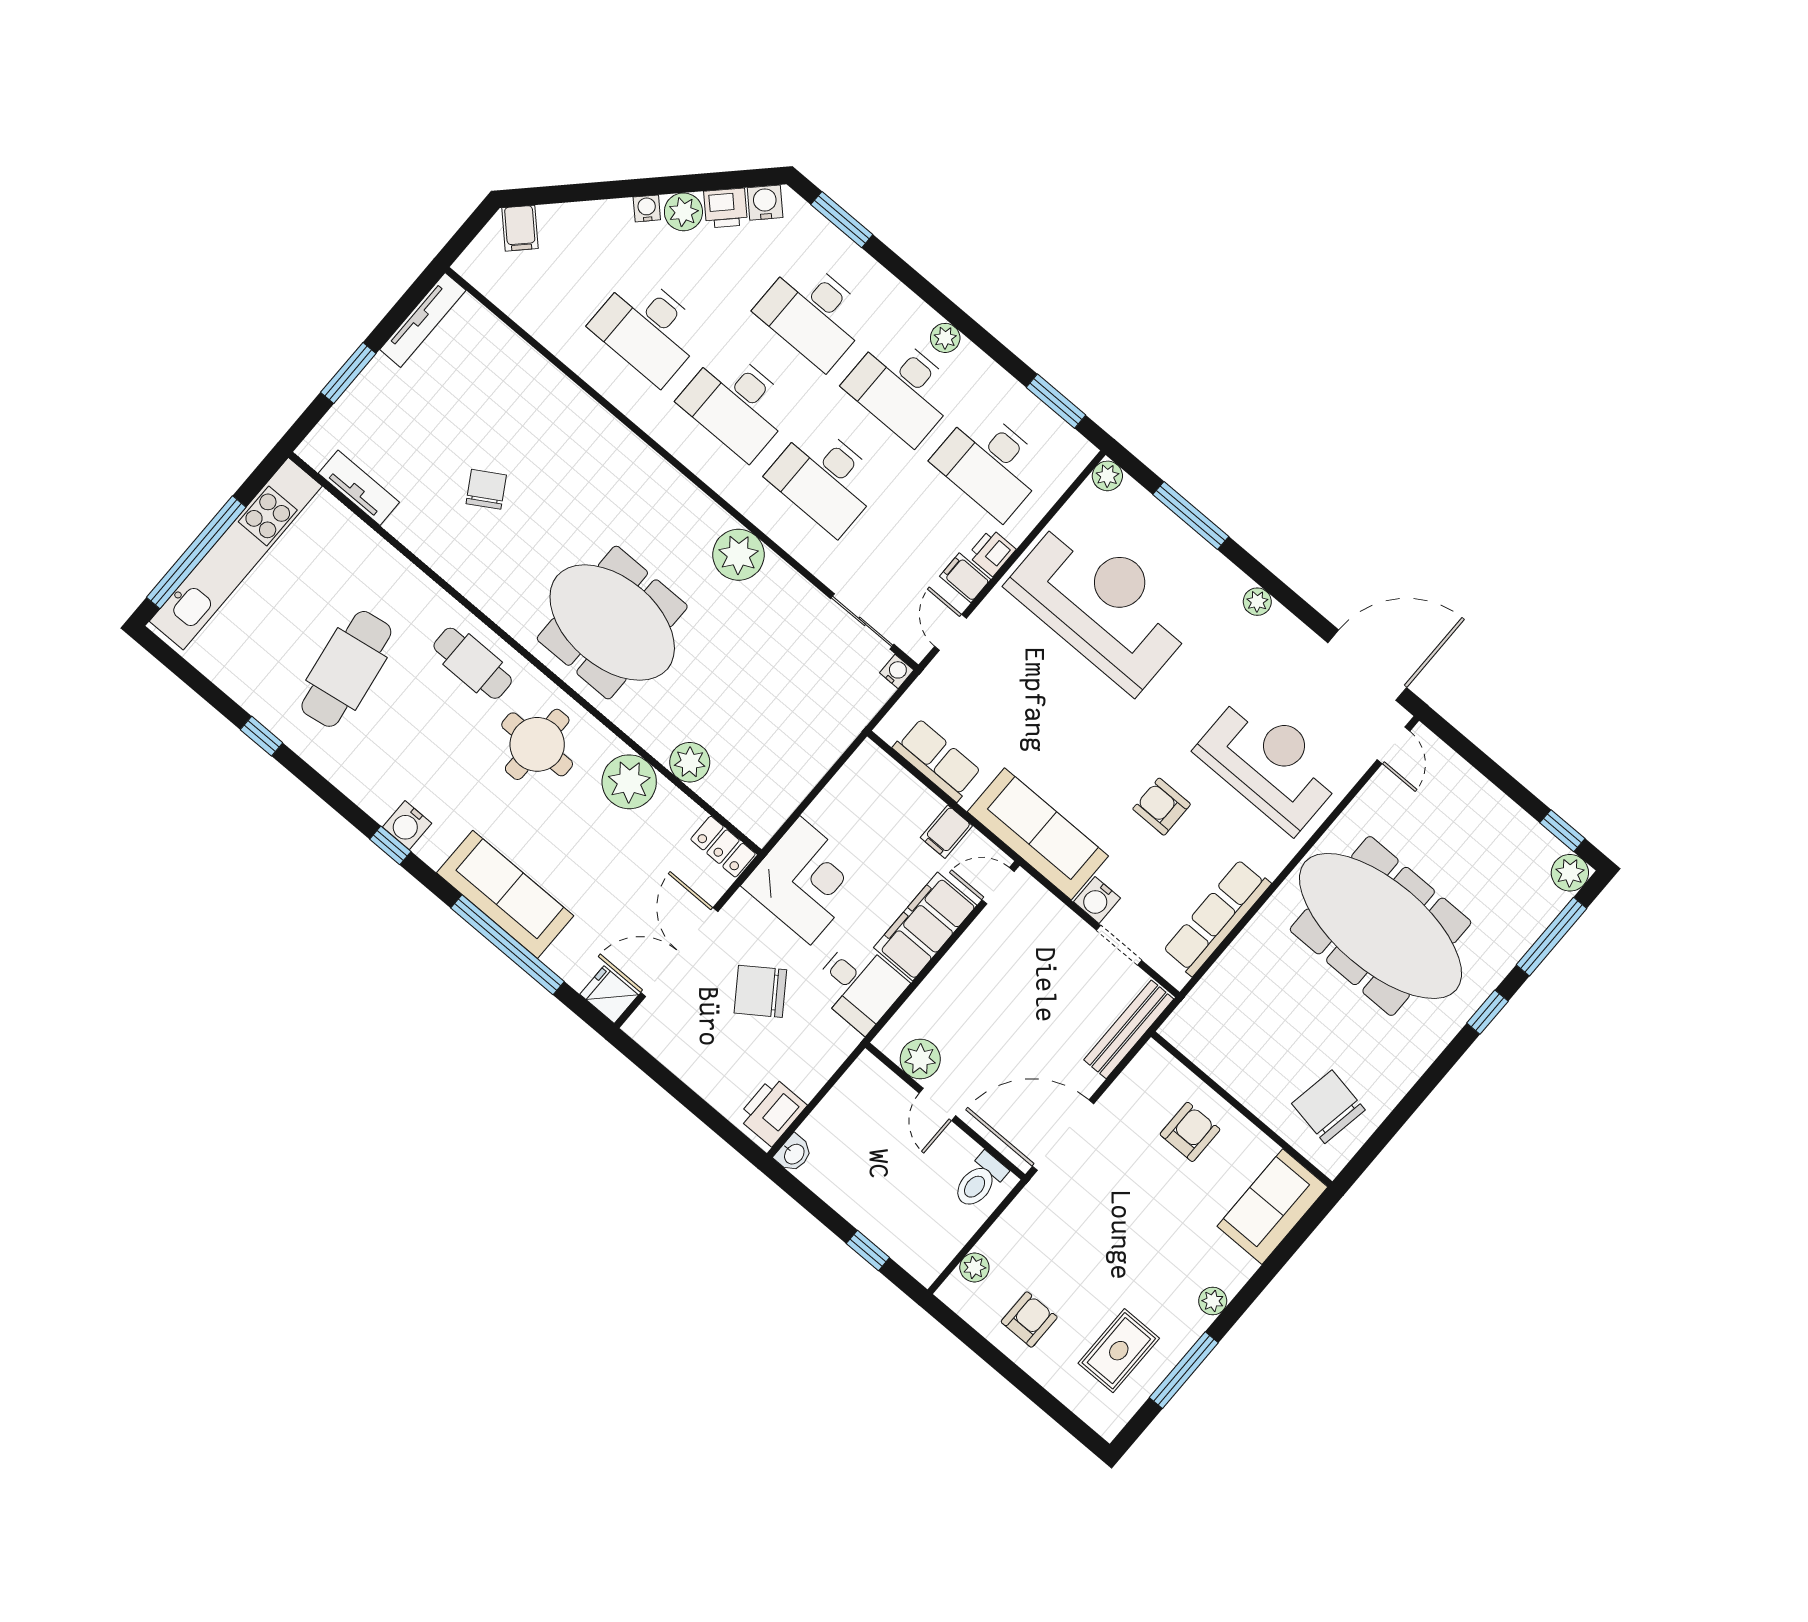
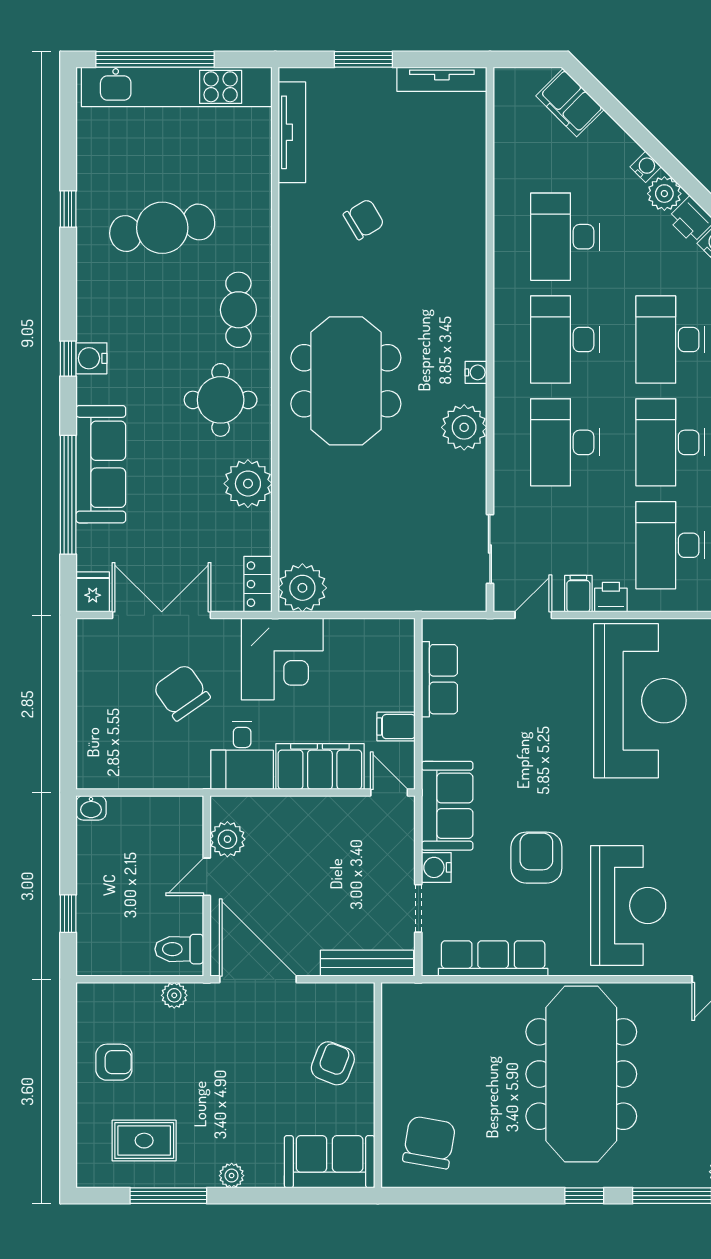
filing cabinet: (520, 228) -> (570, 103), width x2.00
tv unit: (359, 488) -> (292, 132), width x1.41
water cooler: (897, 671) -> (476, 372), moved
plant: (690, 762) -> (302, 588), moved, width x1.36, depth x1.36
armchair: (1162, 807) -> (536, 858), width x1.38, depth x1.38
sofa: (1038, 834) -> (447, 806), width x0.73
printer: (772, 1111) -> (107, 769), removed
armchair: (1190, 1132) -> (333, 1063), turned -69
plant: (974, 1267) -> (174, 995), moved

